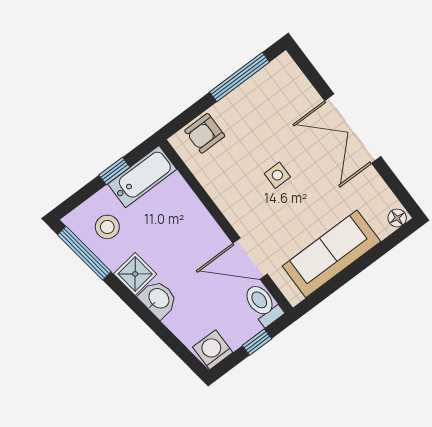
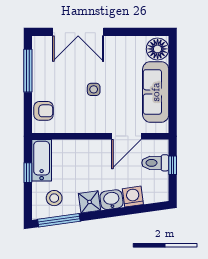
double door: (353, 129) -> (78, 32), moved
armchair: (205, 133) -> (43, 111), turned -90
floor lamp: (397, 218) -> (158, 49), width x1.89, depth x1.89
toilet: (263, 304) -> (155, 163), moved
washing machine: (213, 350) -> (133, 197), moved, turned 82

